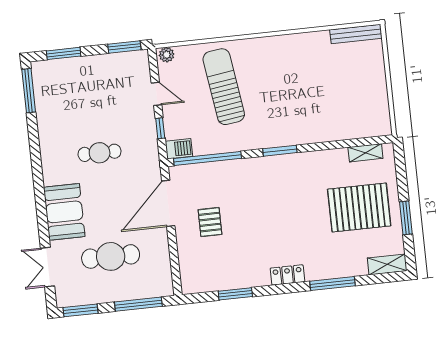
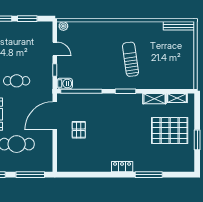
window: (124, 47) -> (27, 19), moved
sun lounger: (224, 87) -> (131, 59), moved, width x0.73, depth x0.75
shelving: (387, 264) -> (154, 99), moved
window: (235, 294) -> (89, 175), removed

